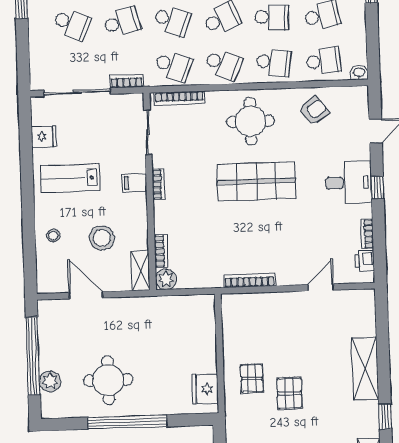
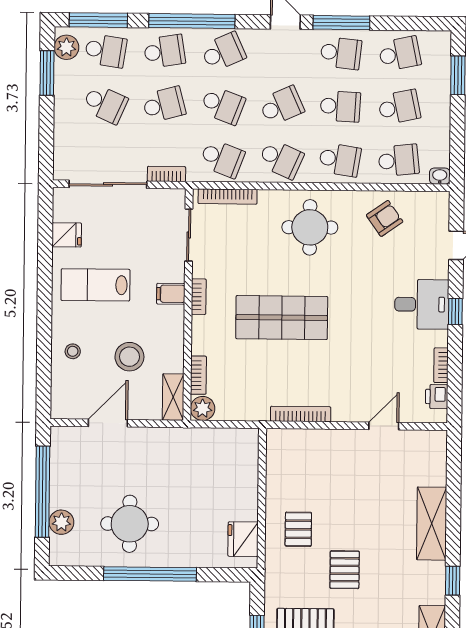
shop shelf: (256, 181) -> (282, 318), moved
door: (86, 295) -> (108, 423), hinge flipped
pallet: (290, 393) -> (345, 570), moved

